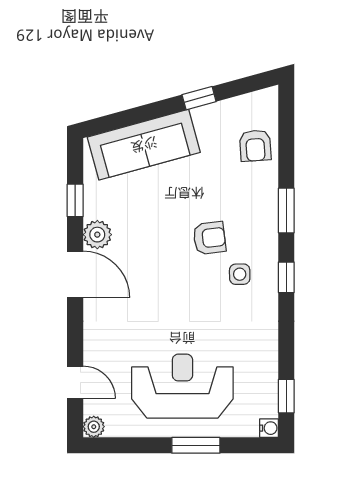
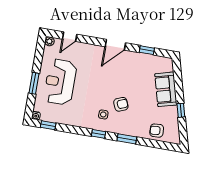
sofa: (144, 145) -> (166, 89), width x0.73
plant: (97, 235) -> (131, 57), removed
armchair: (209, 238) -> (121, 104), turned -106
reception desk: (182, 386) -> (60, 82), turned 180

